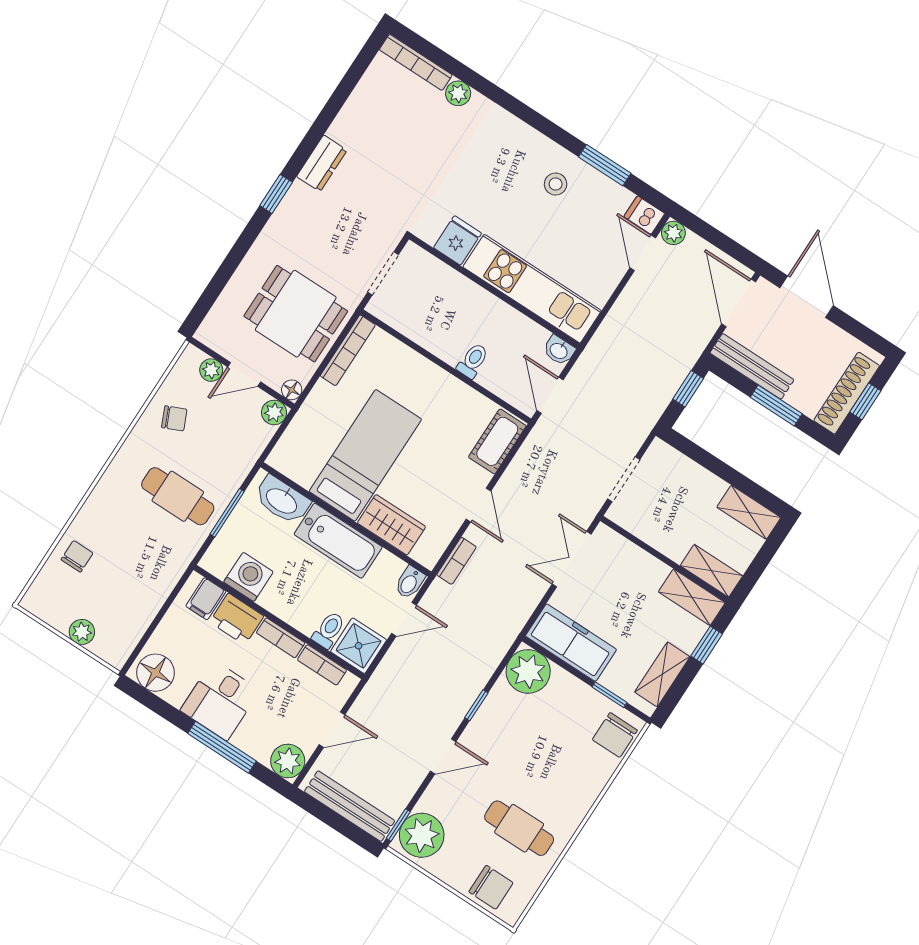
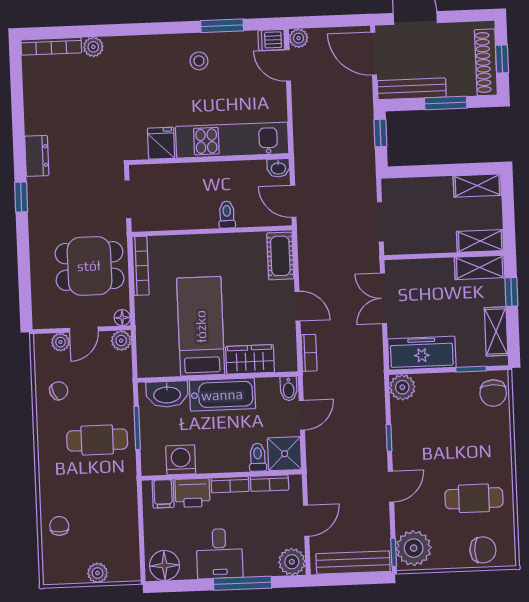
plant: (528, 671) -> (402, 387), width x0.73, depth x0.73

